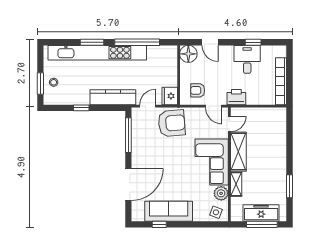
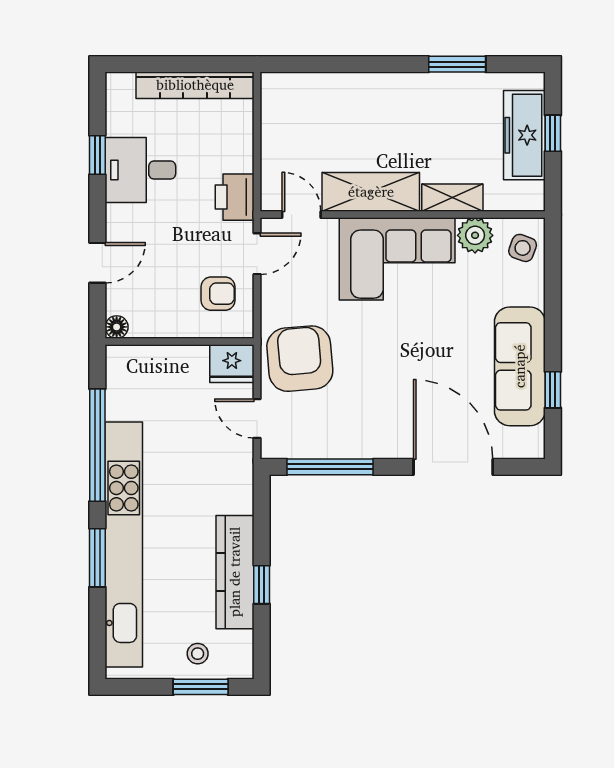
floor lamp: (188, 54) -> (117, 327), width x0.53, depth x0.53
armchair: (198, 90) -> (218, 294), turned -90
kitchen counter: (113, 97) -> (235, 572), moved
window: (262, 224) -> (553, 133), width x0.46

